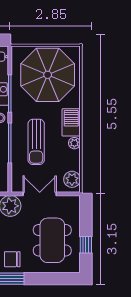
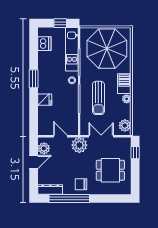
dining table: (52, 240) -> (110, 170), width x0.73
window: (86, 245) -> (135, 153), moved

